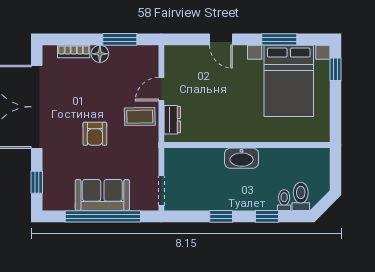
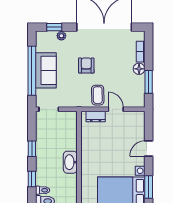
armchair: (95, 134) -> (86, 66), turned 90
plant: (50, 172) -> (61, 36), added

